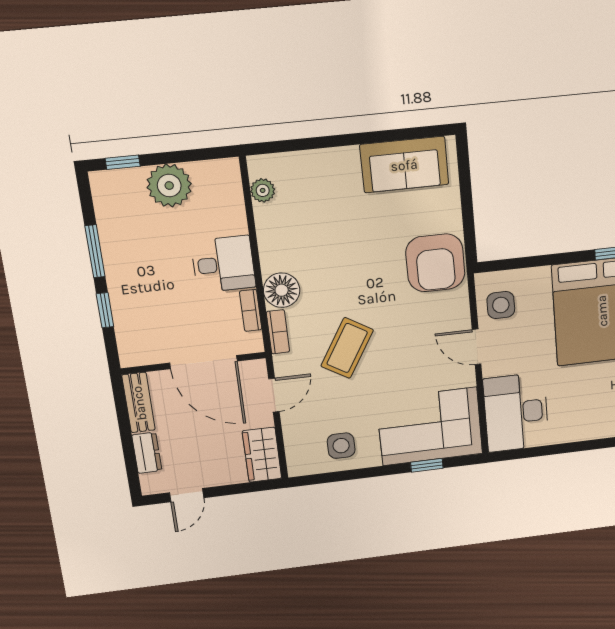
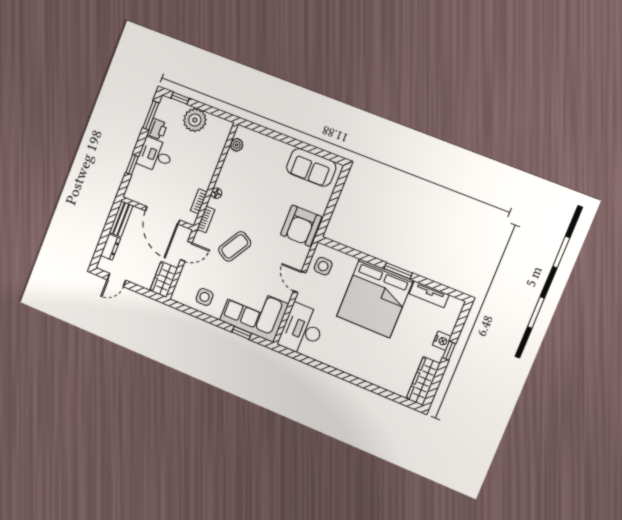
printer: (113, 232) -> (157, 129), added
window: (95, 251) -> (151, 115), moved
desk: (223, 264) -> (155, 155), moved, turned 180
floor lamp: (282, 290) -> (216, 193), width x0.53, depth x0.53

